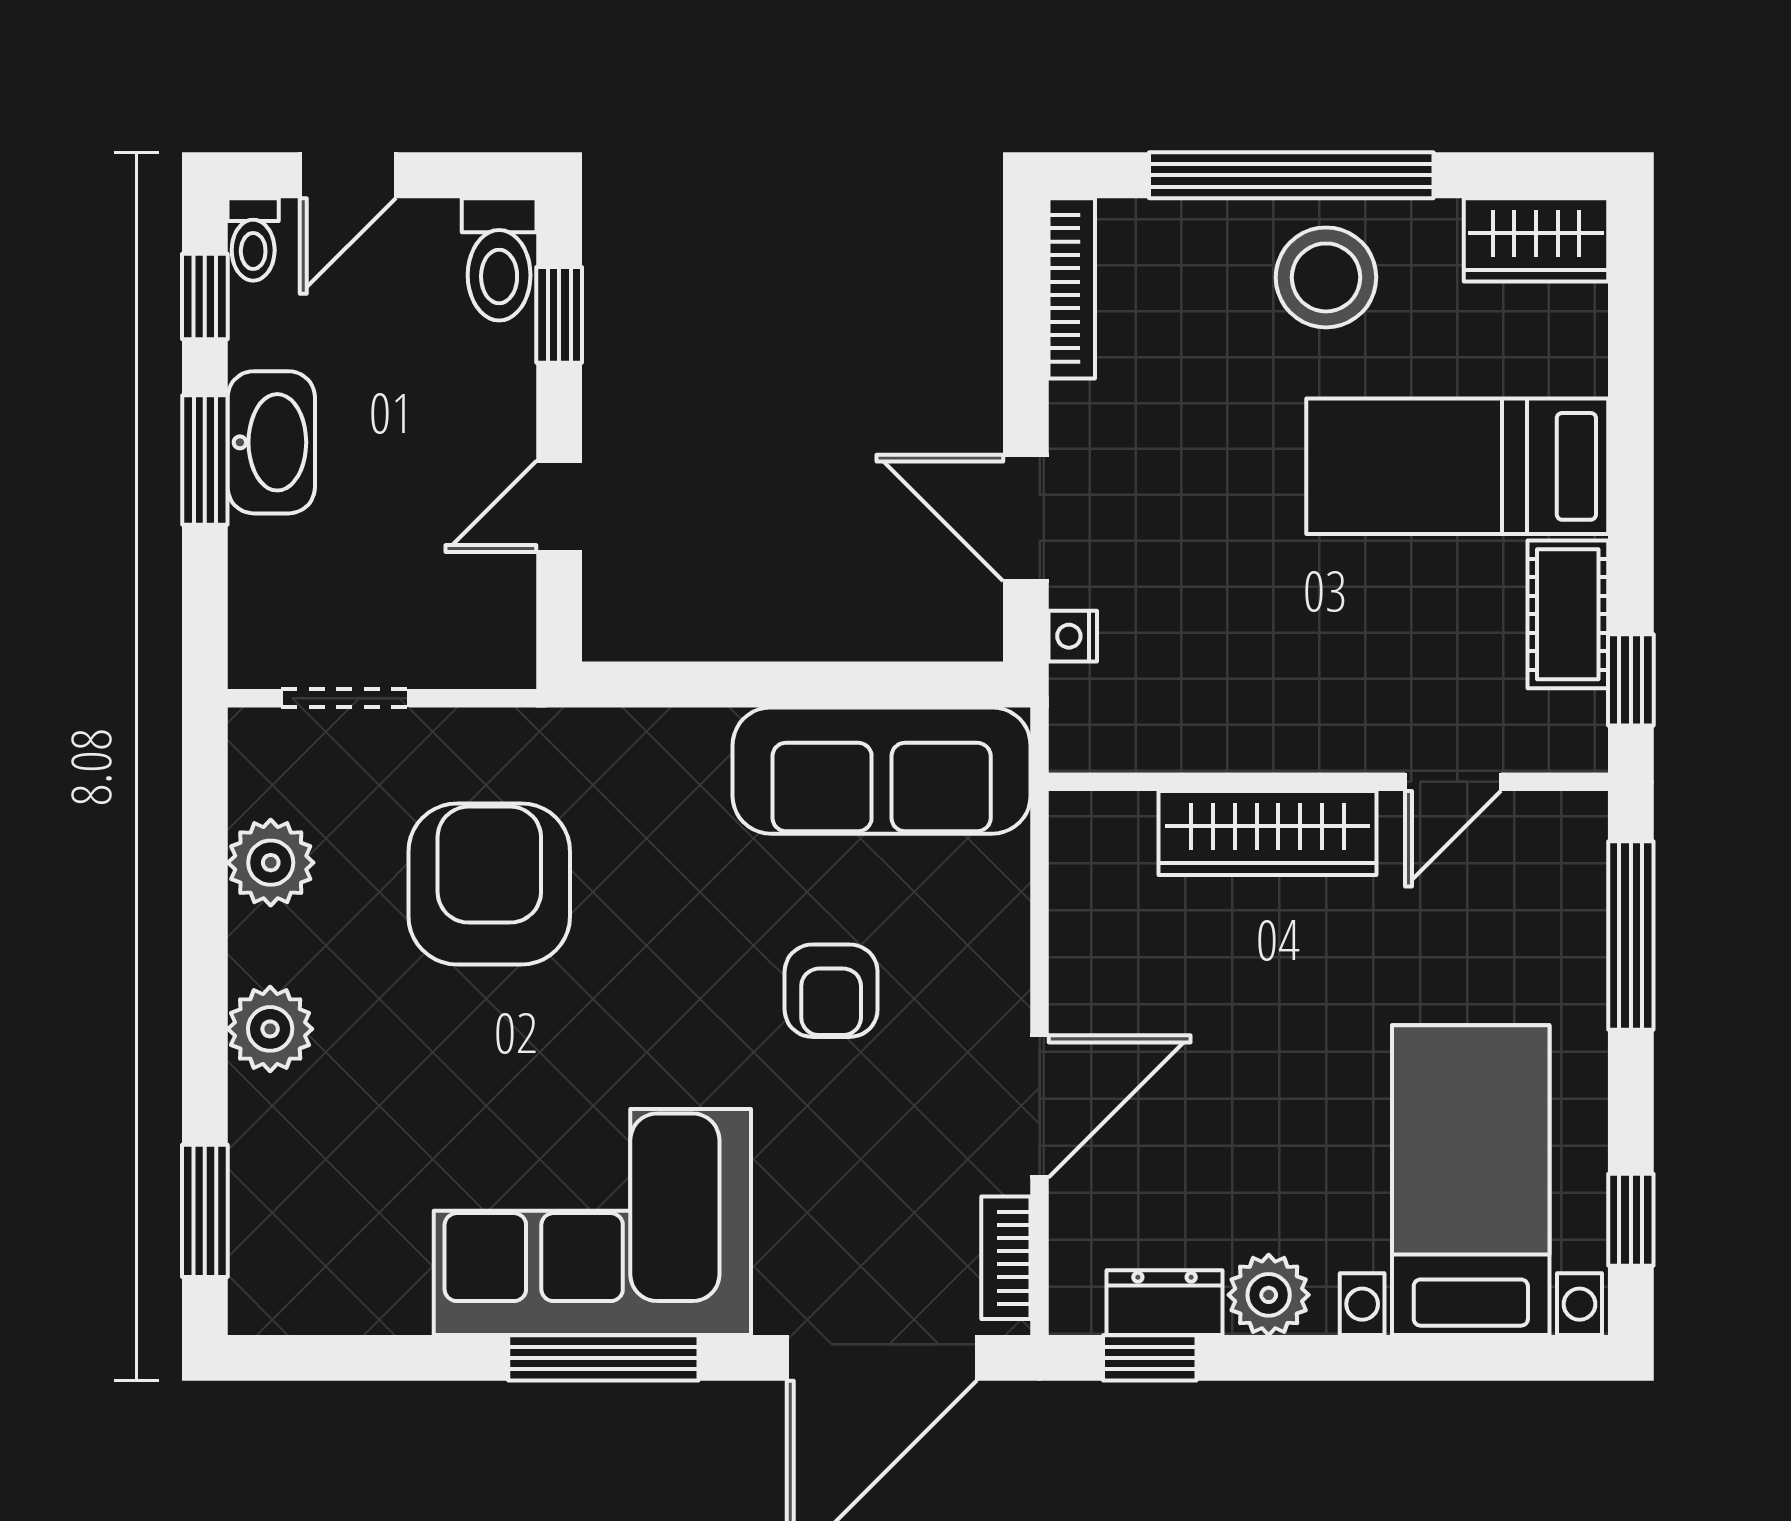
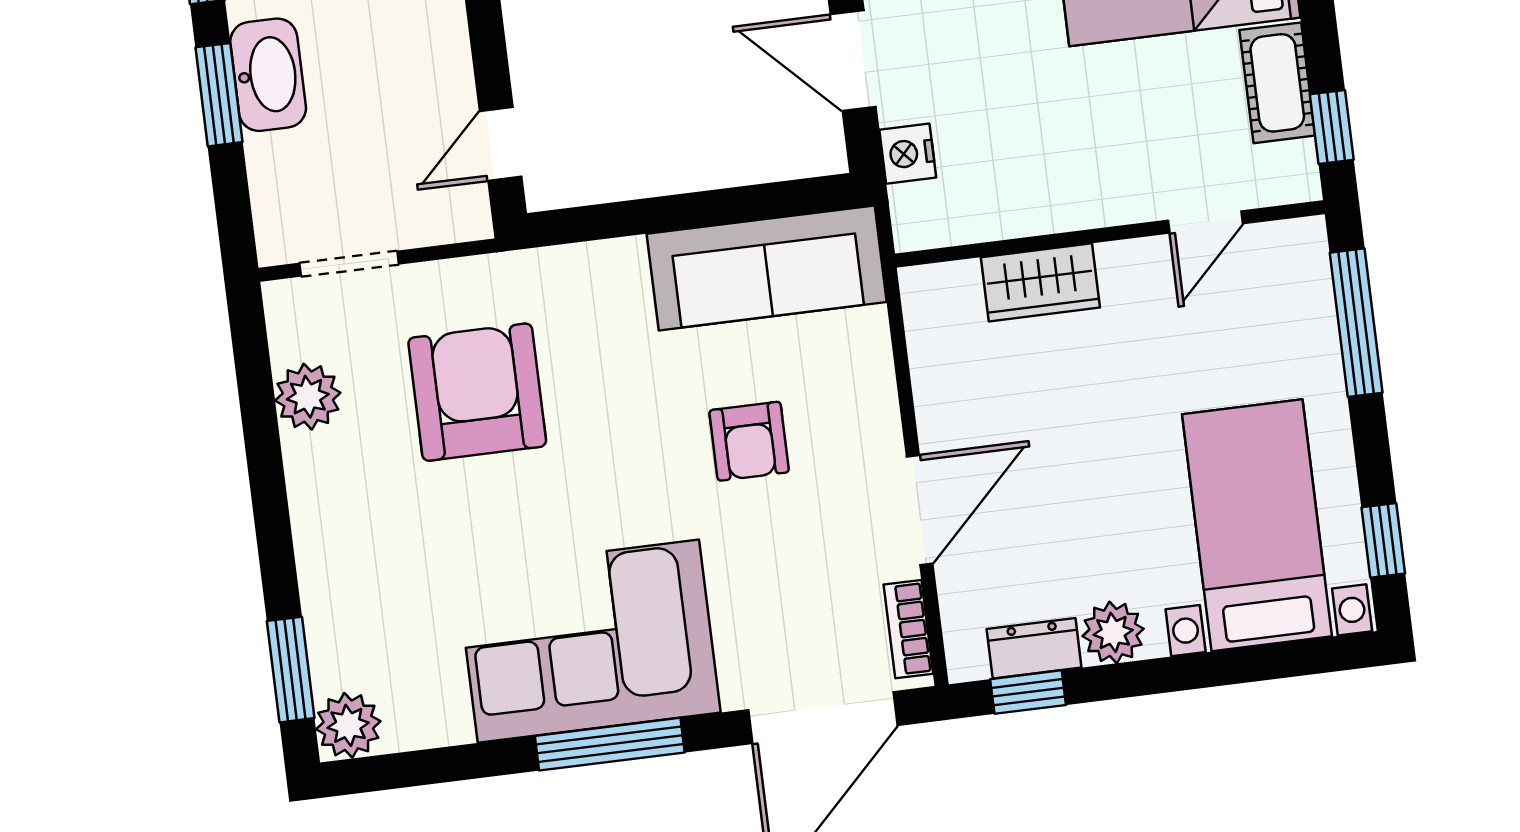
door: (559, 506) -> (501, 144), moved
nightstand: (1073, 636) -> (908, 154), width x1.39, depth x1.35
wardrobe: (1267, 833) -> (1040, 282), width x0.67
plant: (270, 1029) -> (348, 725), moved

